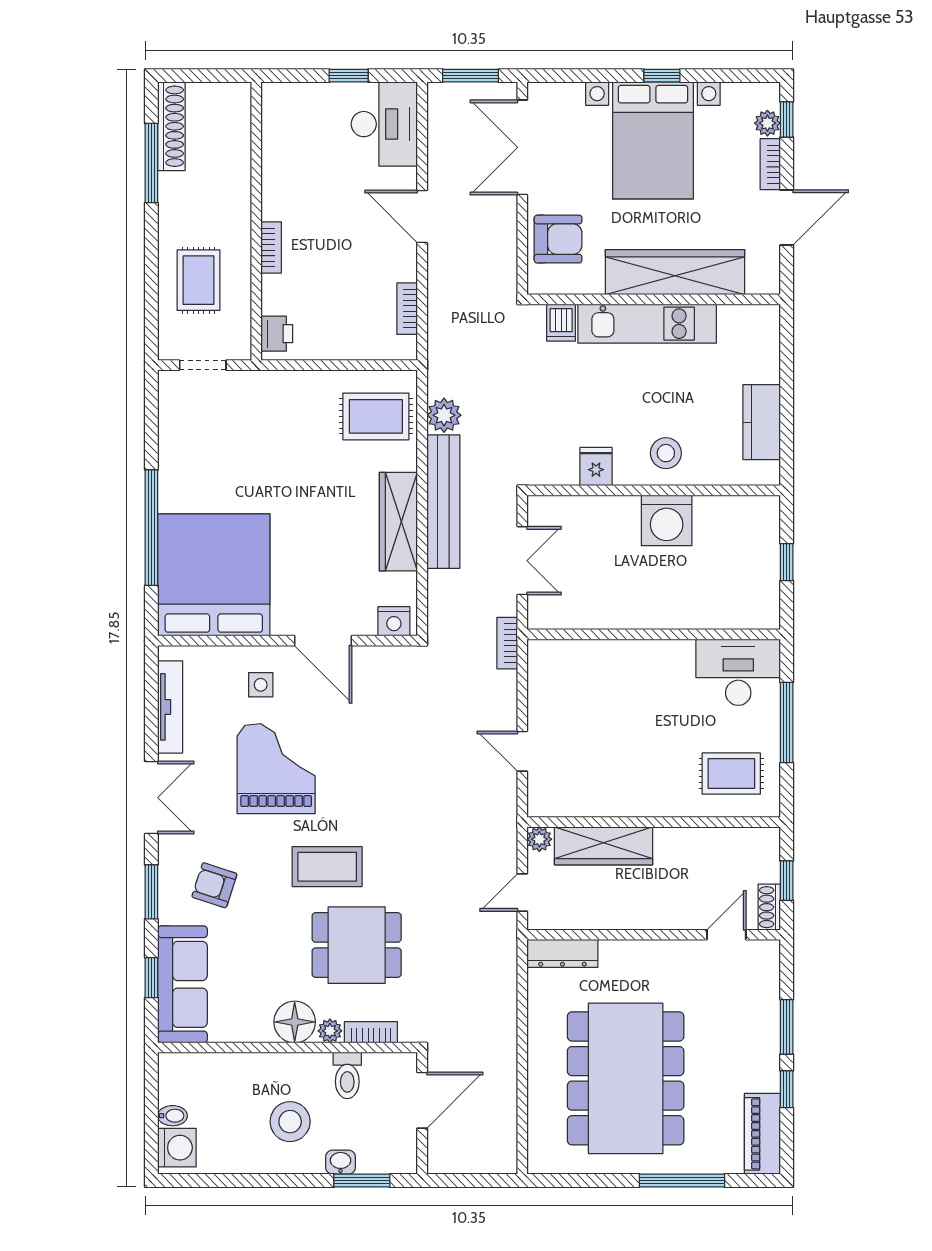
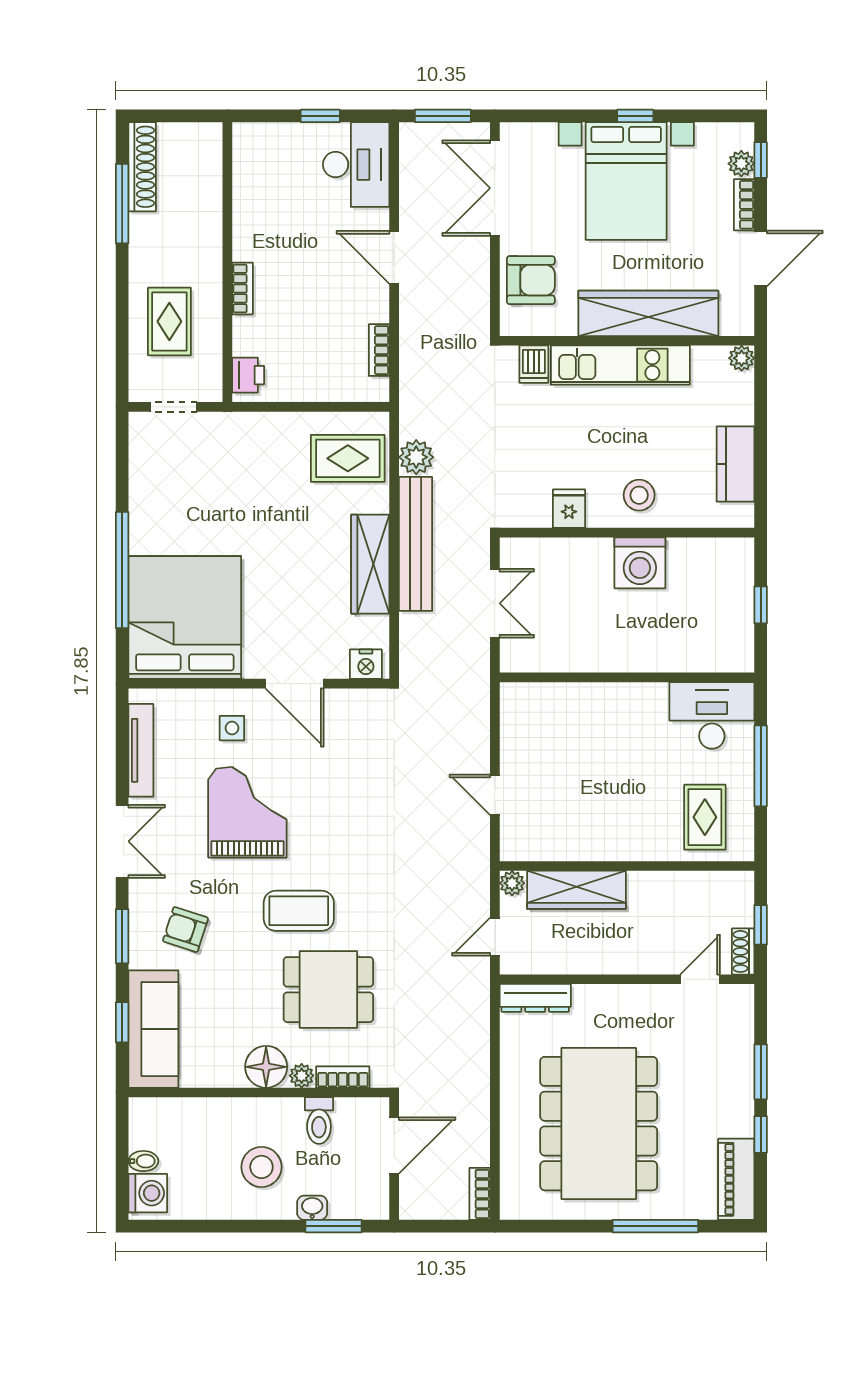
plant: (768, 317) -> (742, 358), added
bookcase: (507, 643) -> (480, 1194), moved
rug: (731, 773) -> (705, 817), turned 90

